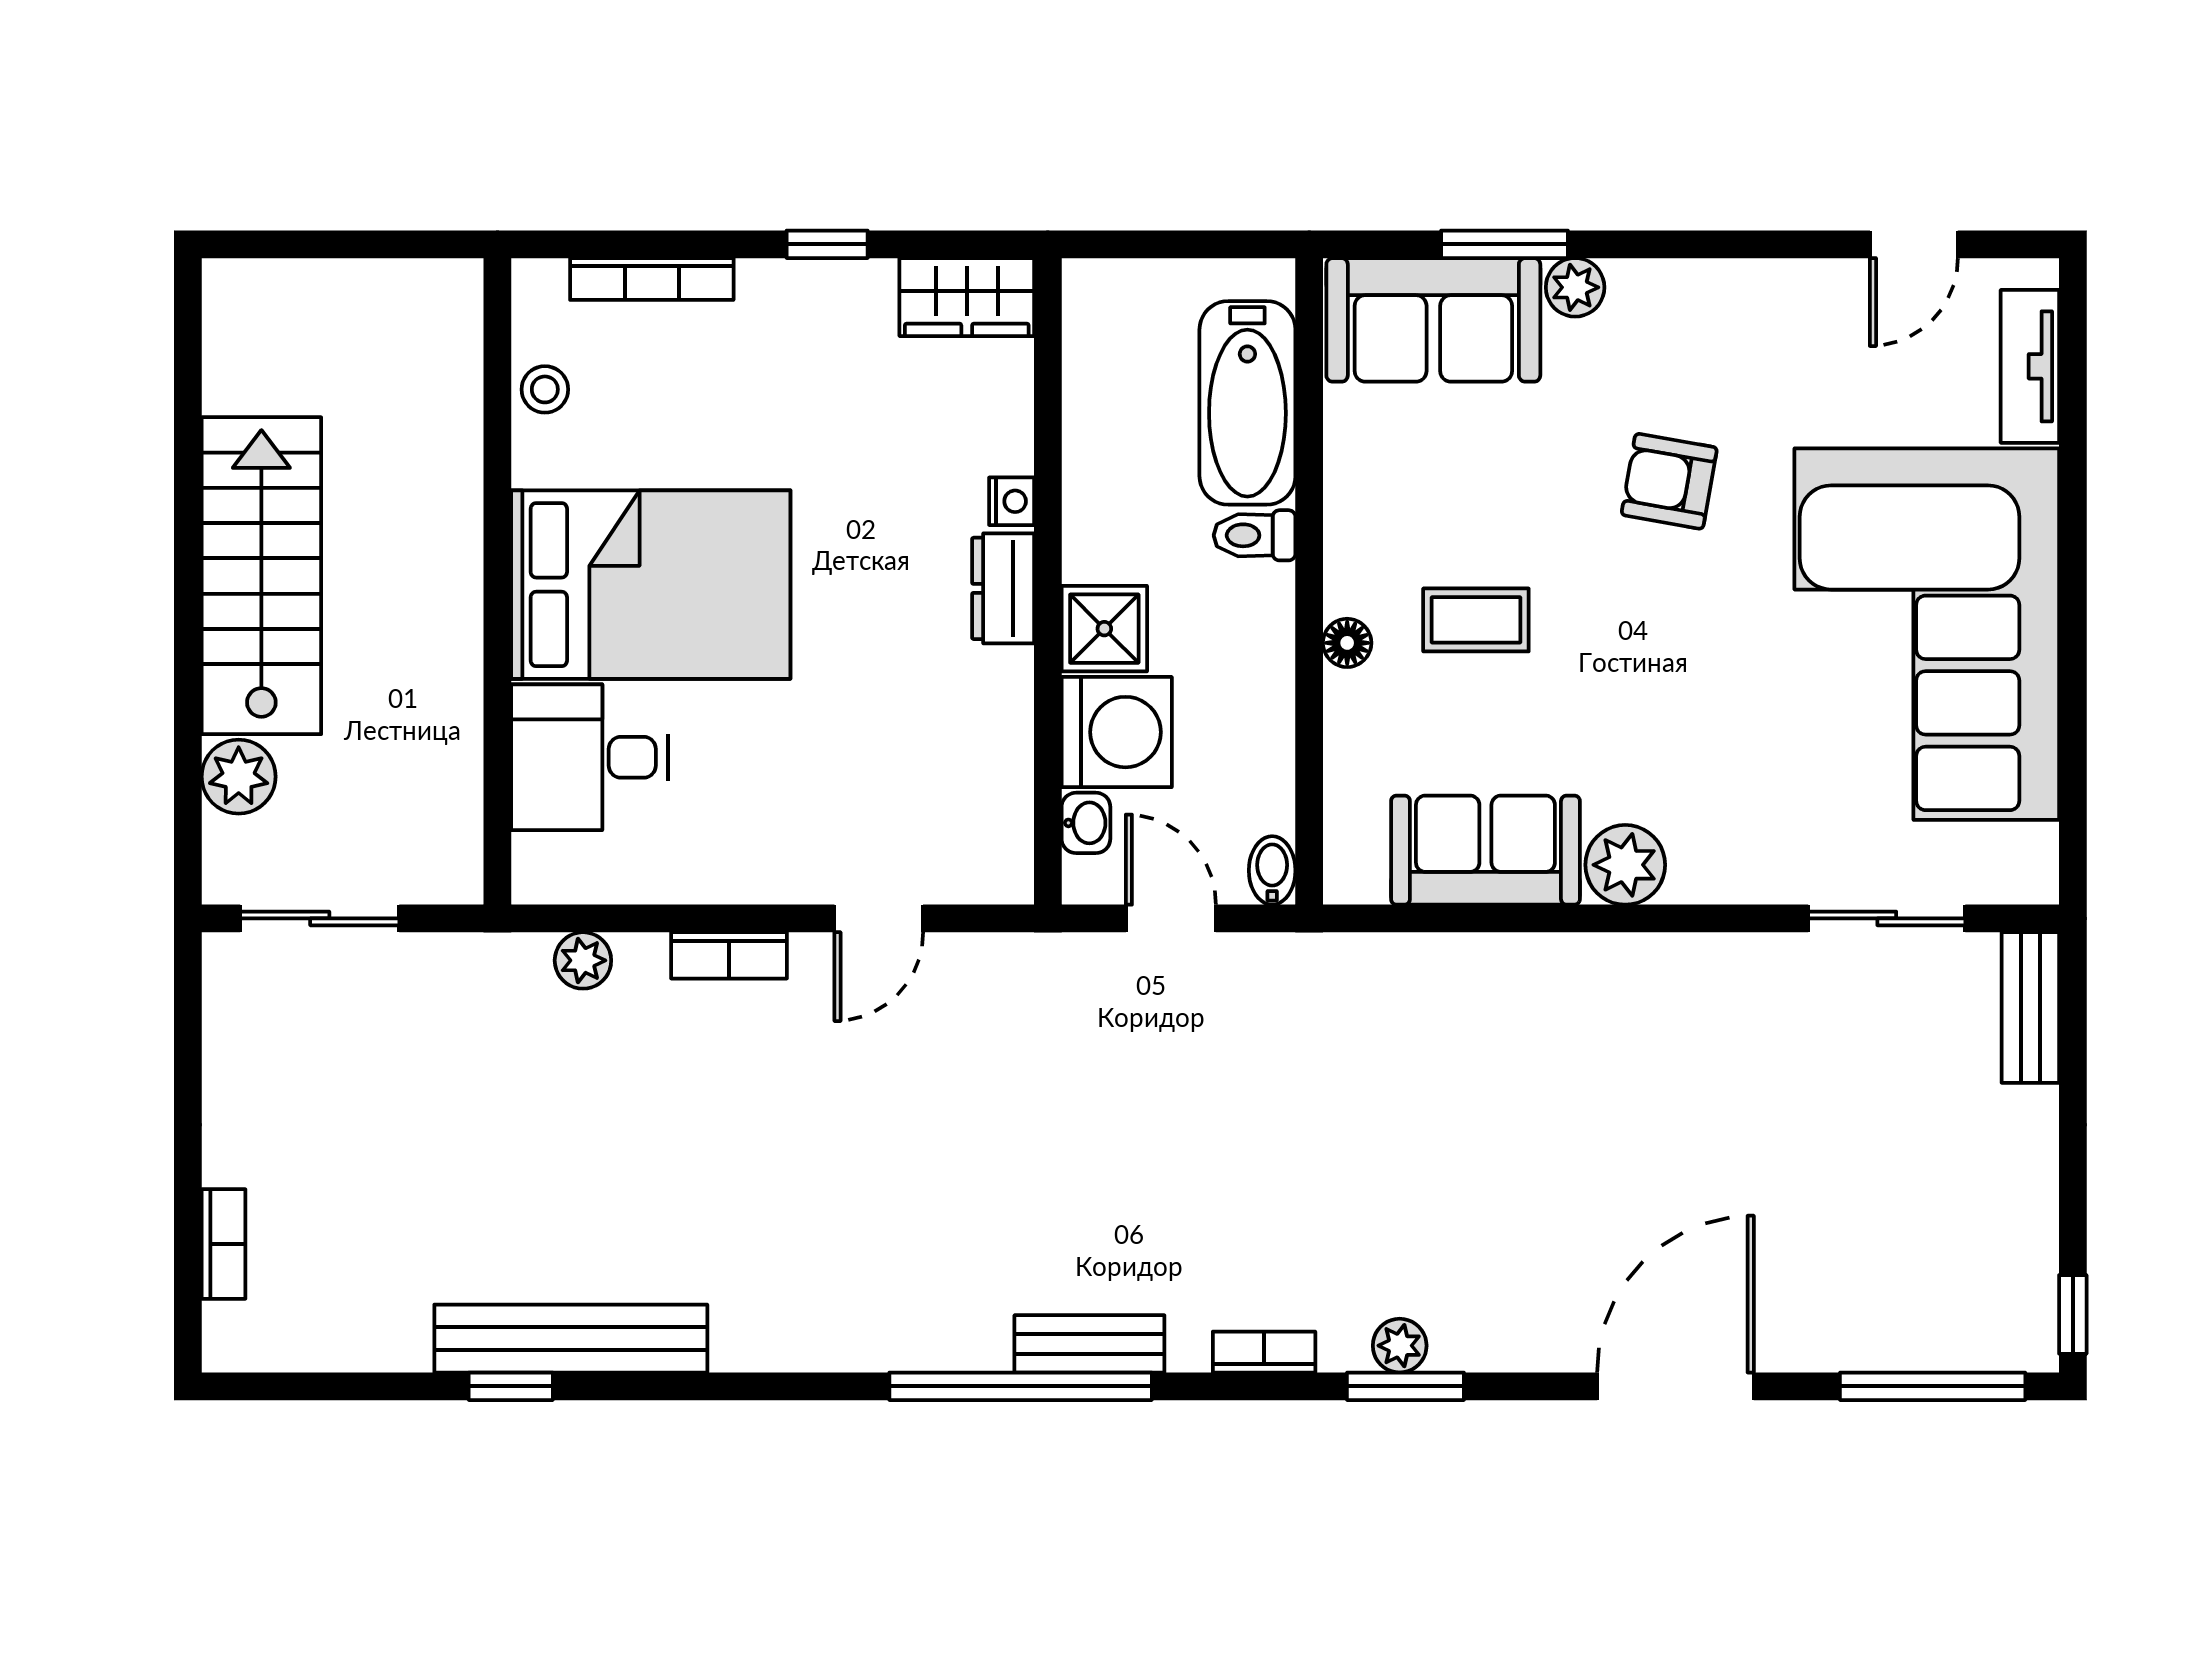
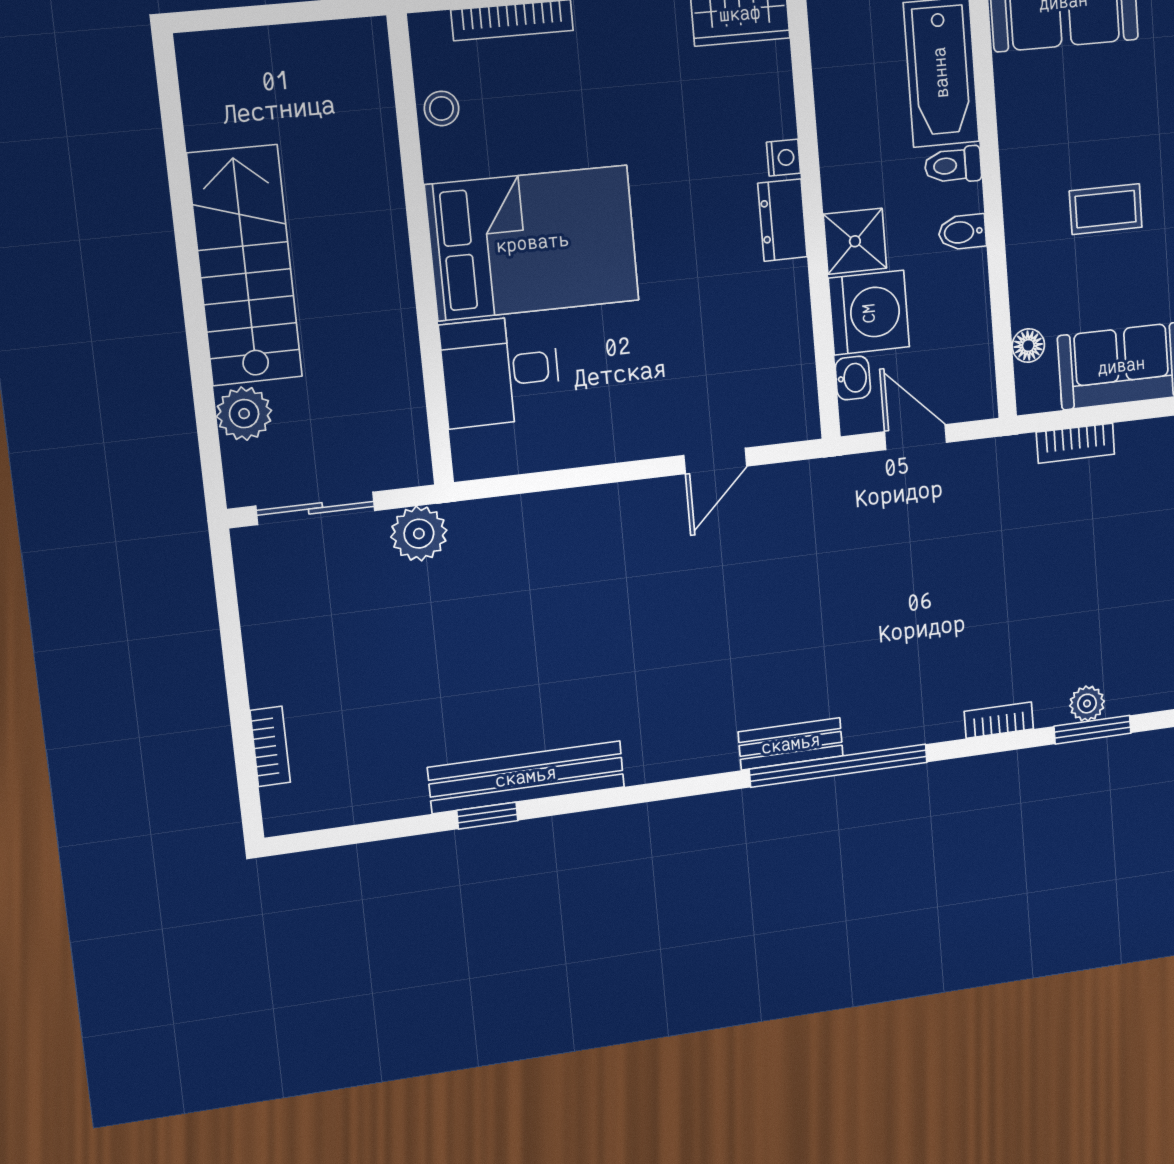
floor lamp: (1347, 643) -> (1028, 345), moved
bidet: (1272, 870) -> (962, 232), moved, turned -90
bookcase: (729, 955) -> (1075, 443), moved
plant: (583, 960) -> (419, 534), moved, width x1.38, depth x1.38
bench: (1089, 1344) -> (791, 744), moved

